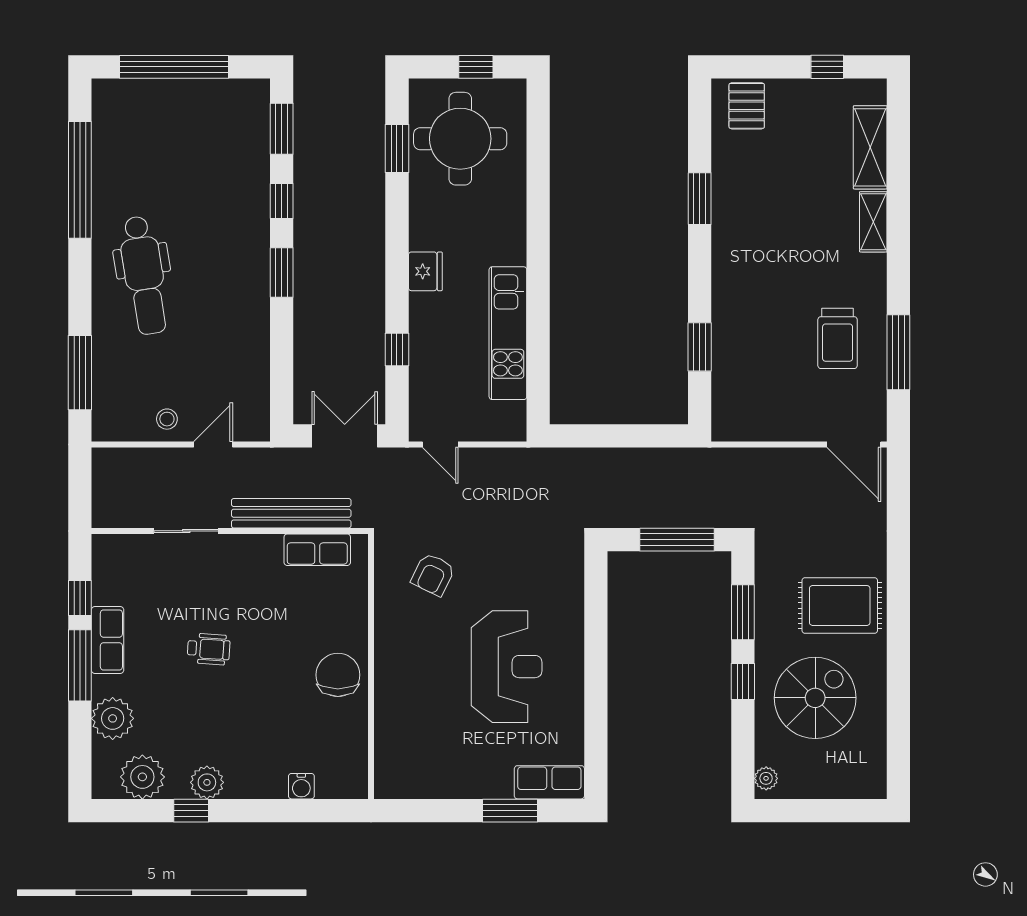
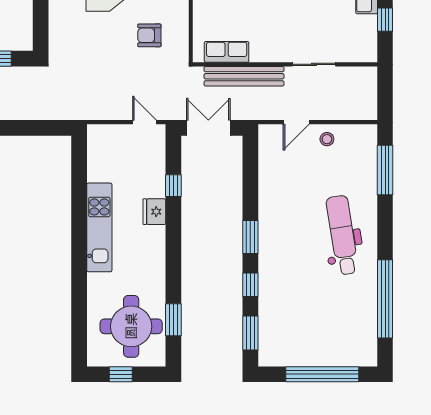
fridge: (425, 271) -> (154, 212), moved
kitchen unit: (508, 333) -> (99, 227), moved
double door: (345, 436) -> (208, 128), swing flipped
armchair: (433, 575) -> (149, 35), turned -116

